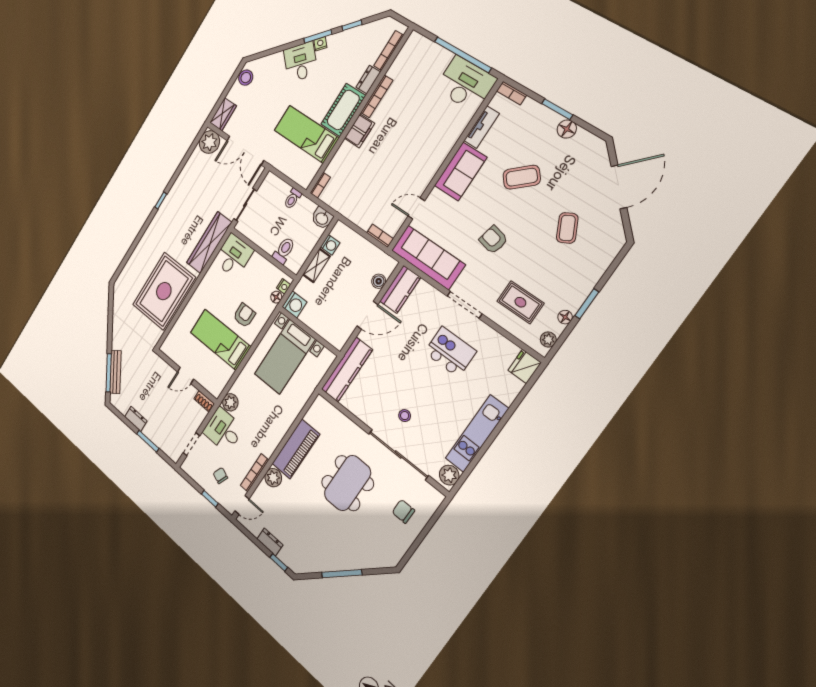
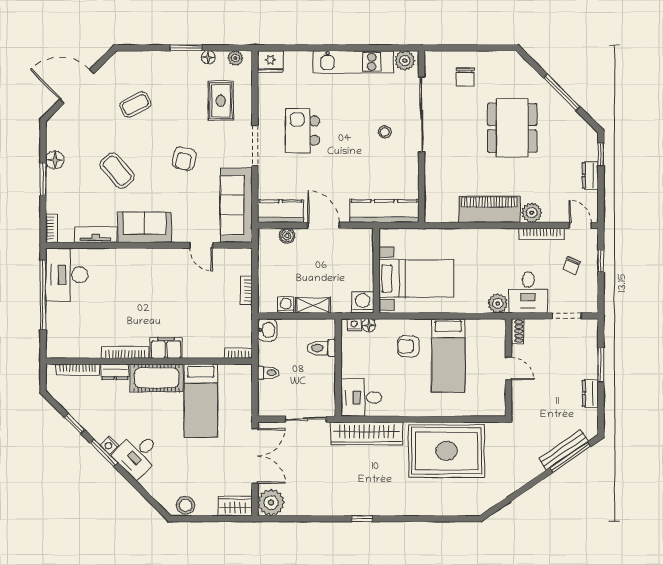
bookcase: (380, 236) -> (246, 291), moved
dining table: (347, 483) -> (512, 128), moved, turned 90

